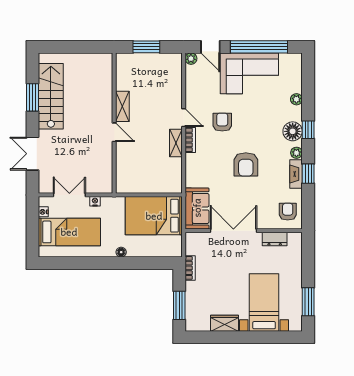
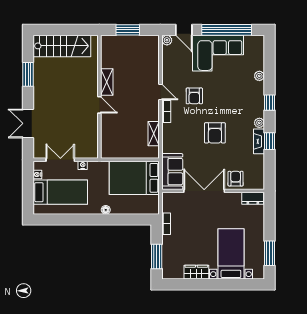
stairs: (51, 96) -> (62, 46), moved, turned 90
armchair: (222, 122) -> (194, 96), turned 180
floor lamp: (293, 131) -> (256, 104), removed
shelving: (176, 143) -> (154, 134), moved
armchair: (288, 212) -> (236, 179), moved
dresser: (275, 239) -> (253, 198), moved

